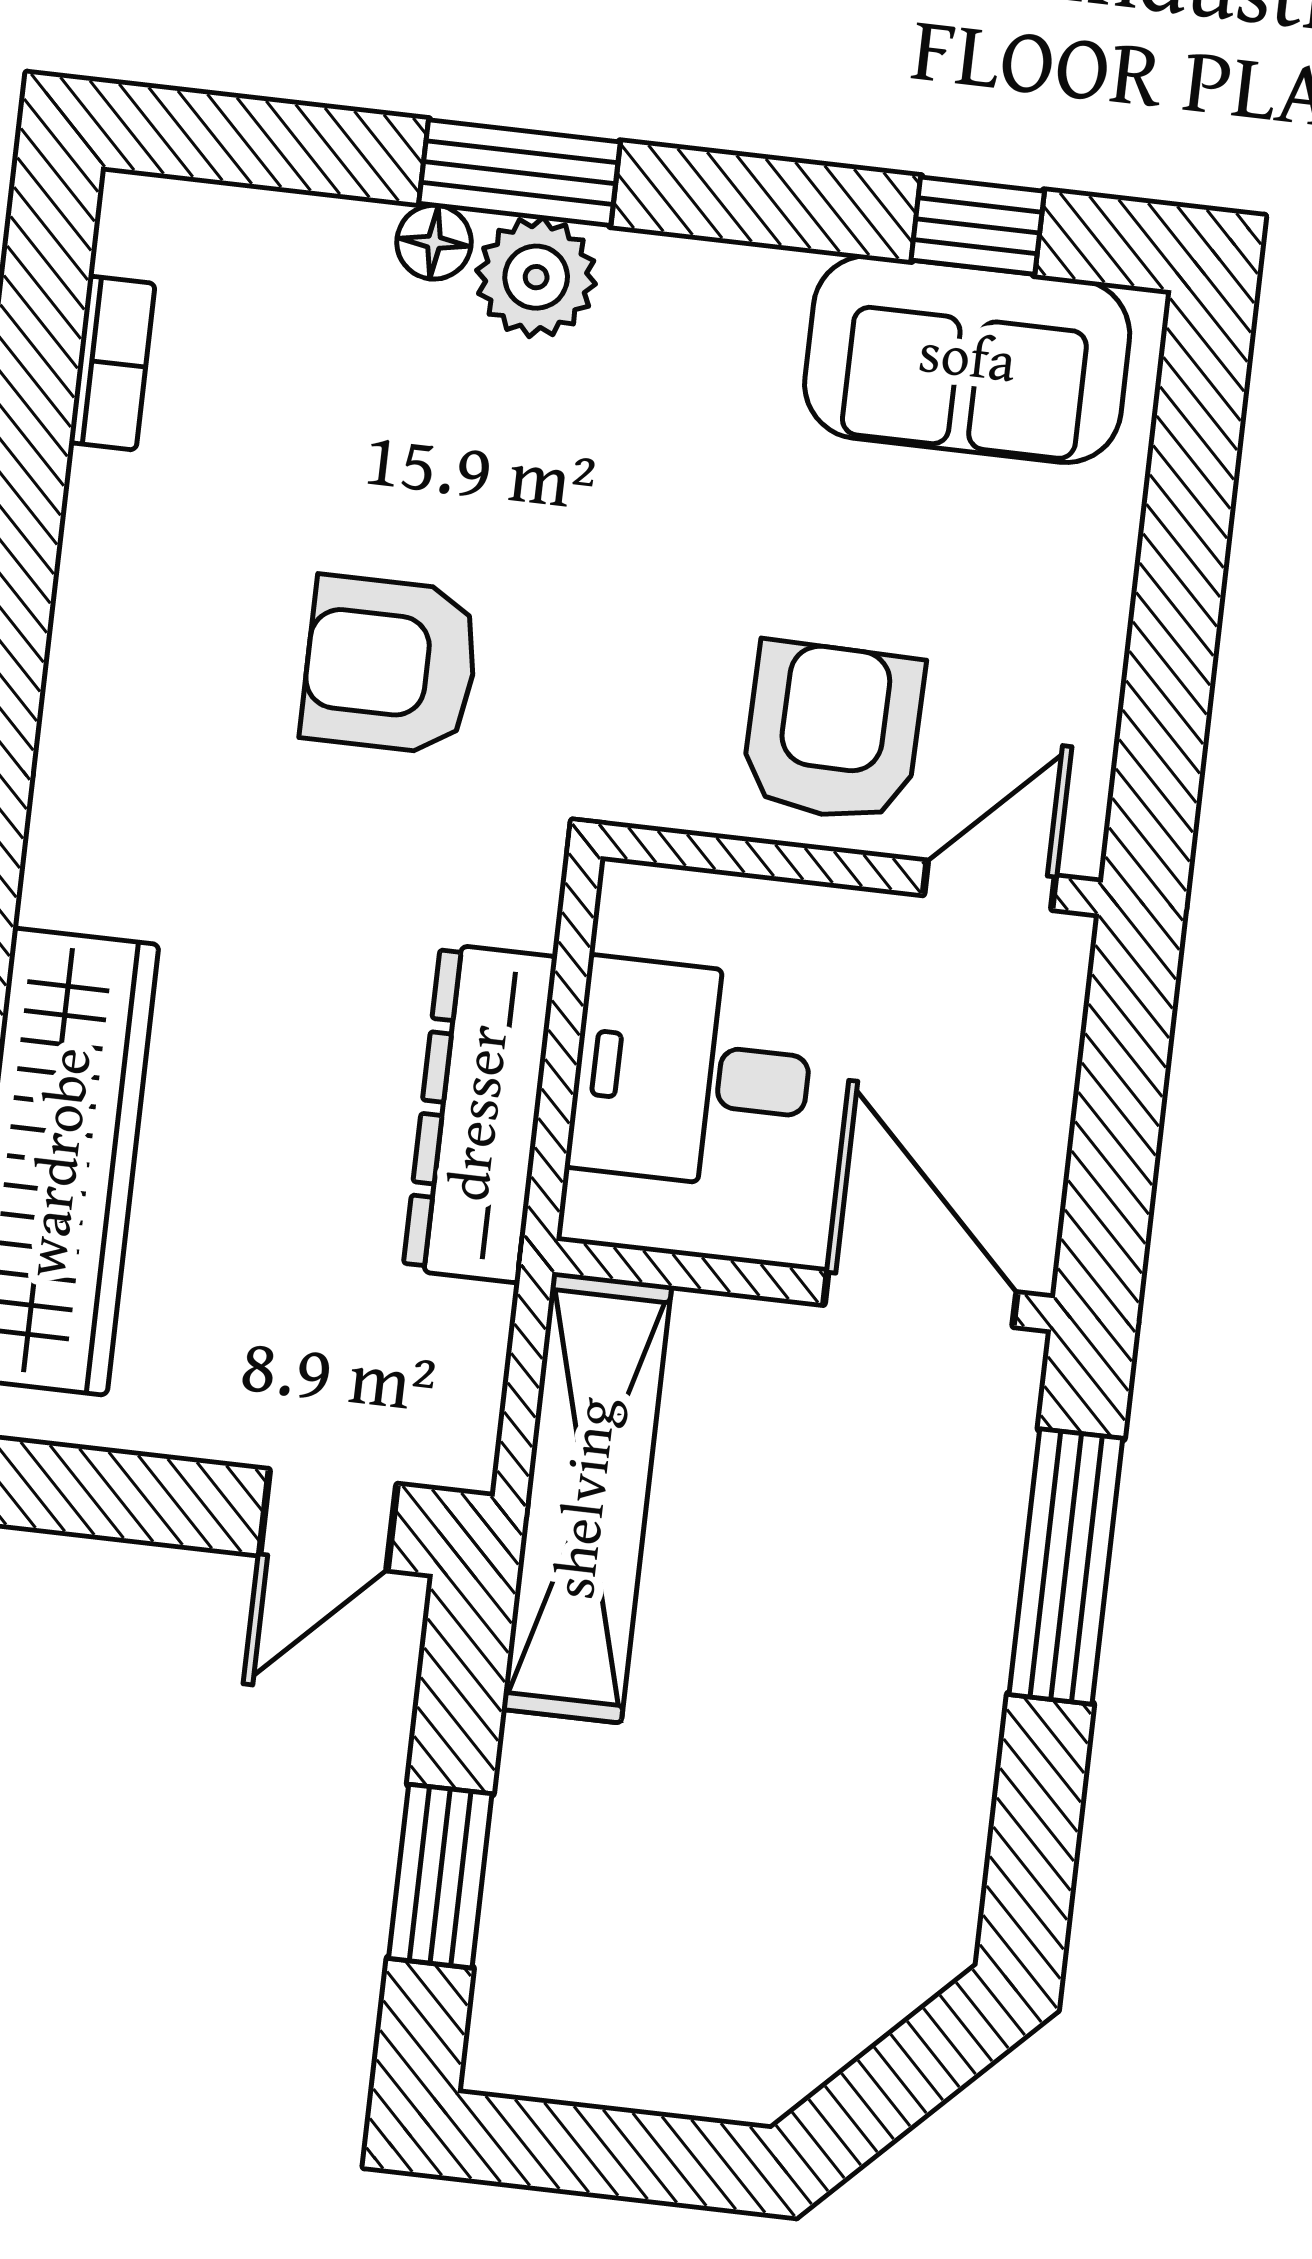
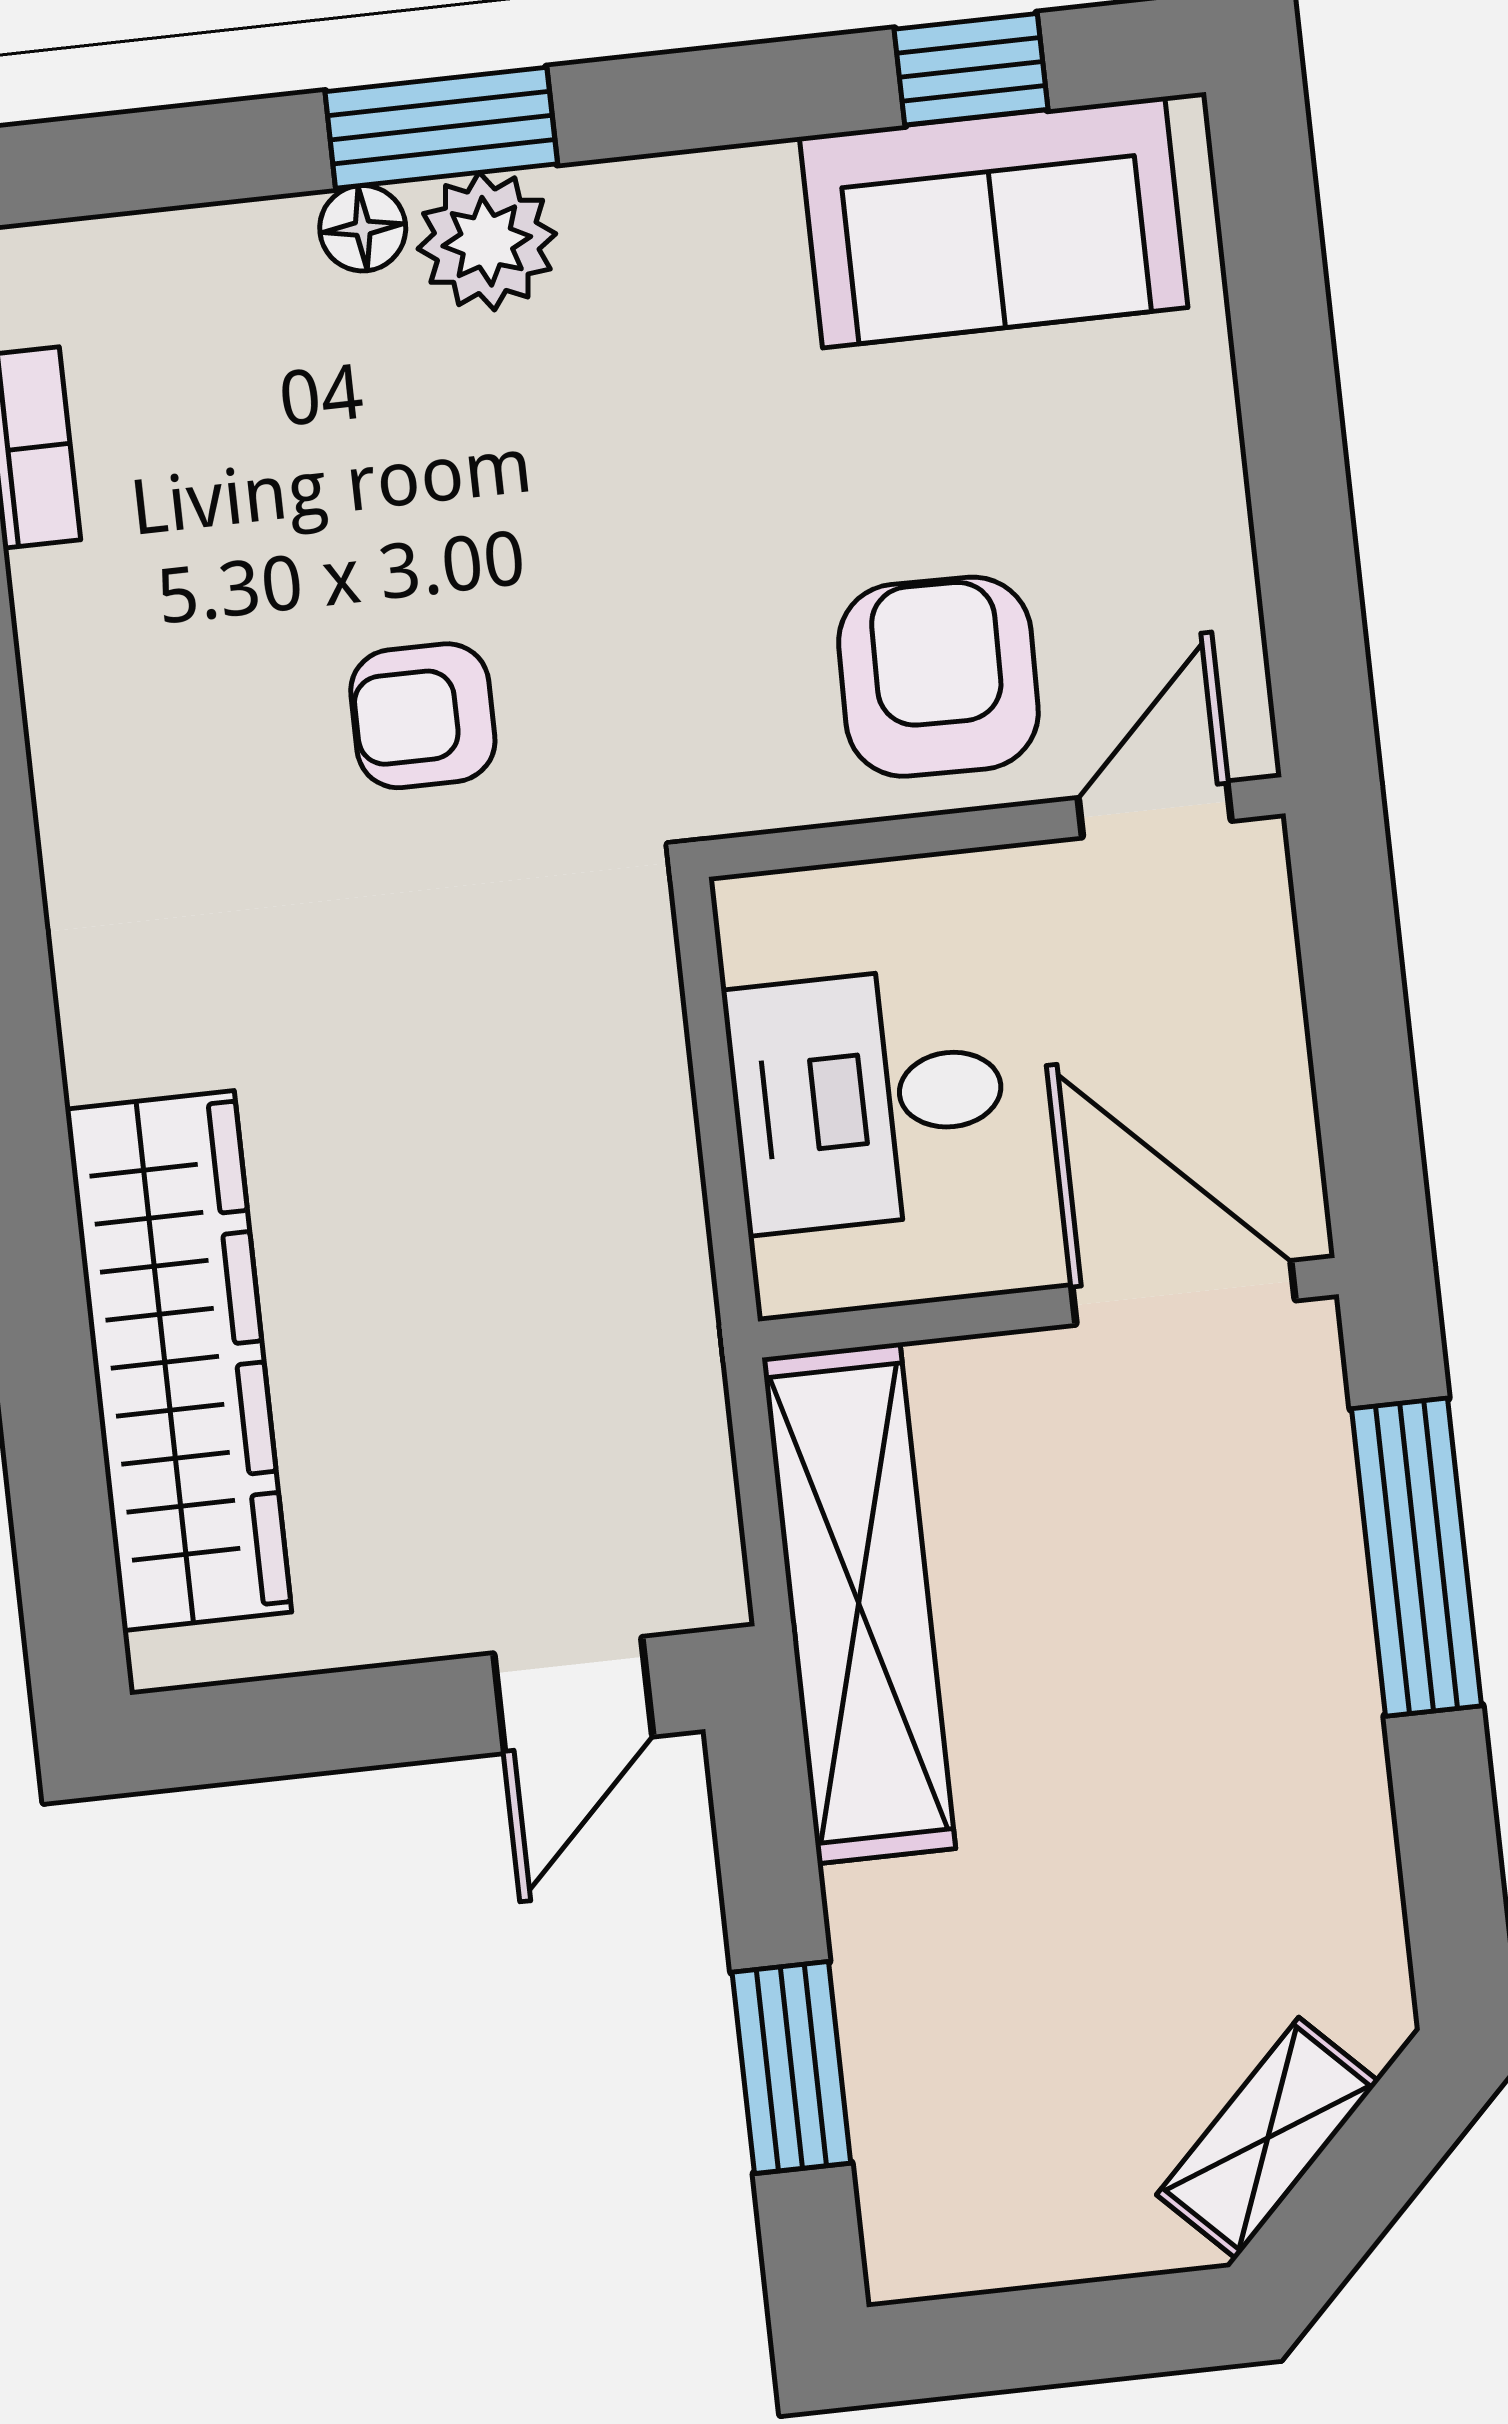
armchair: (391, 665) -> (423, 716), width x0.72, depth x0.72
dresser: (480, 1113) -> (639, 1198), removed
shelving: (828, 2028) -> (1268, 2138), added

